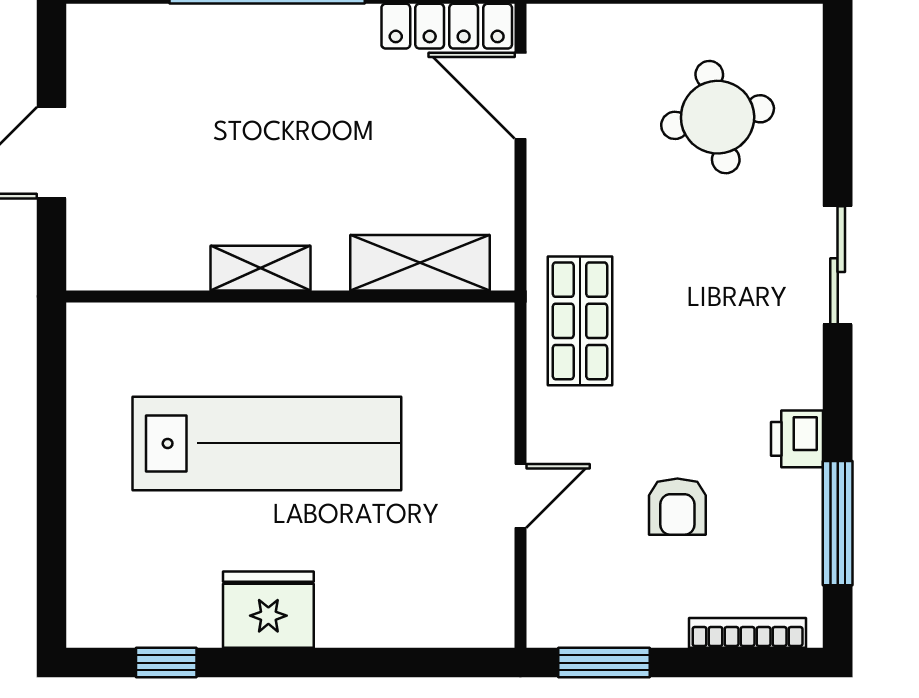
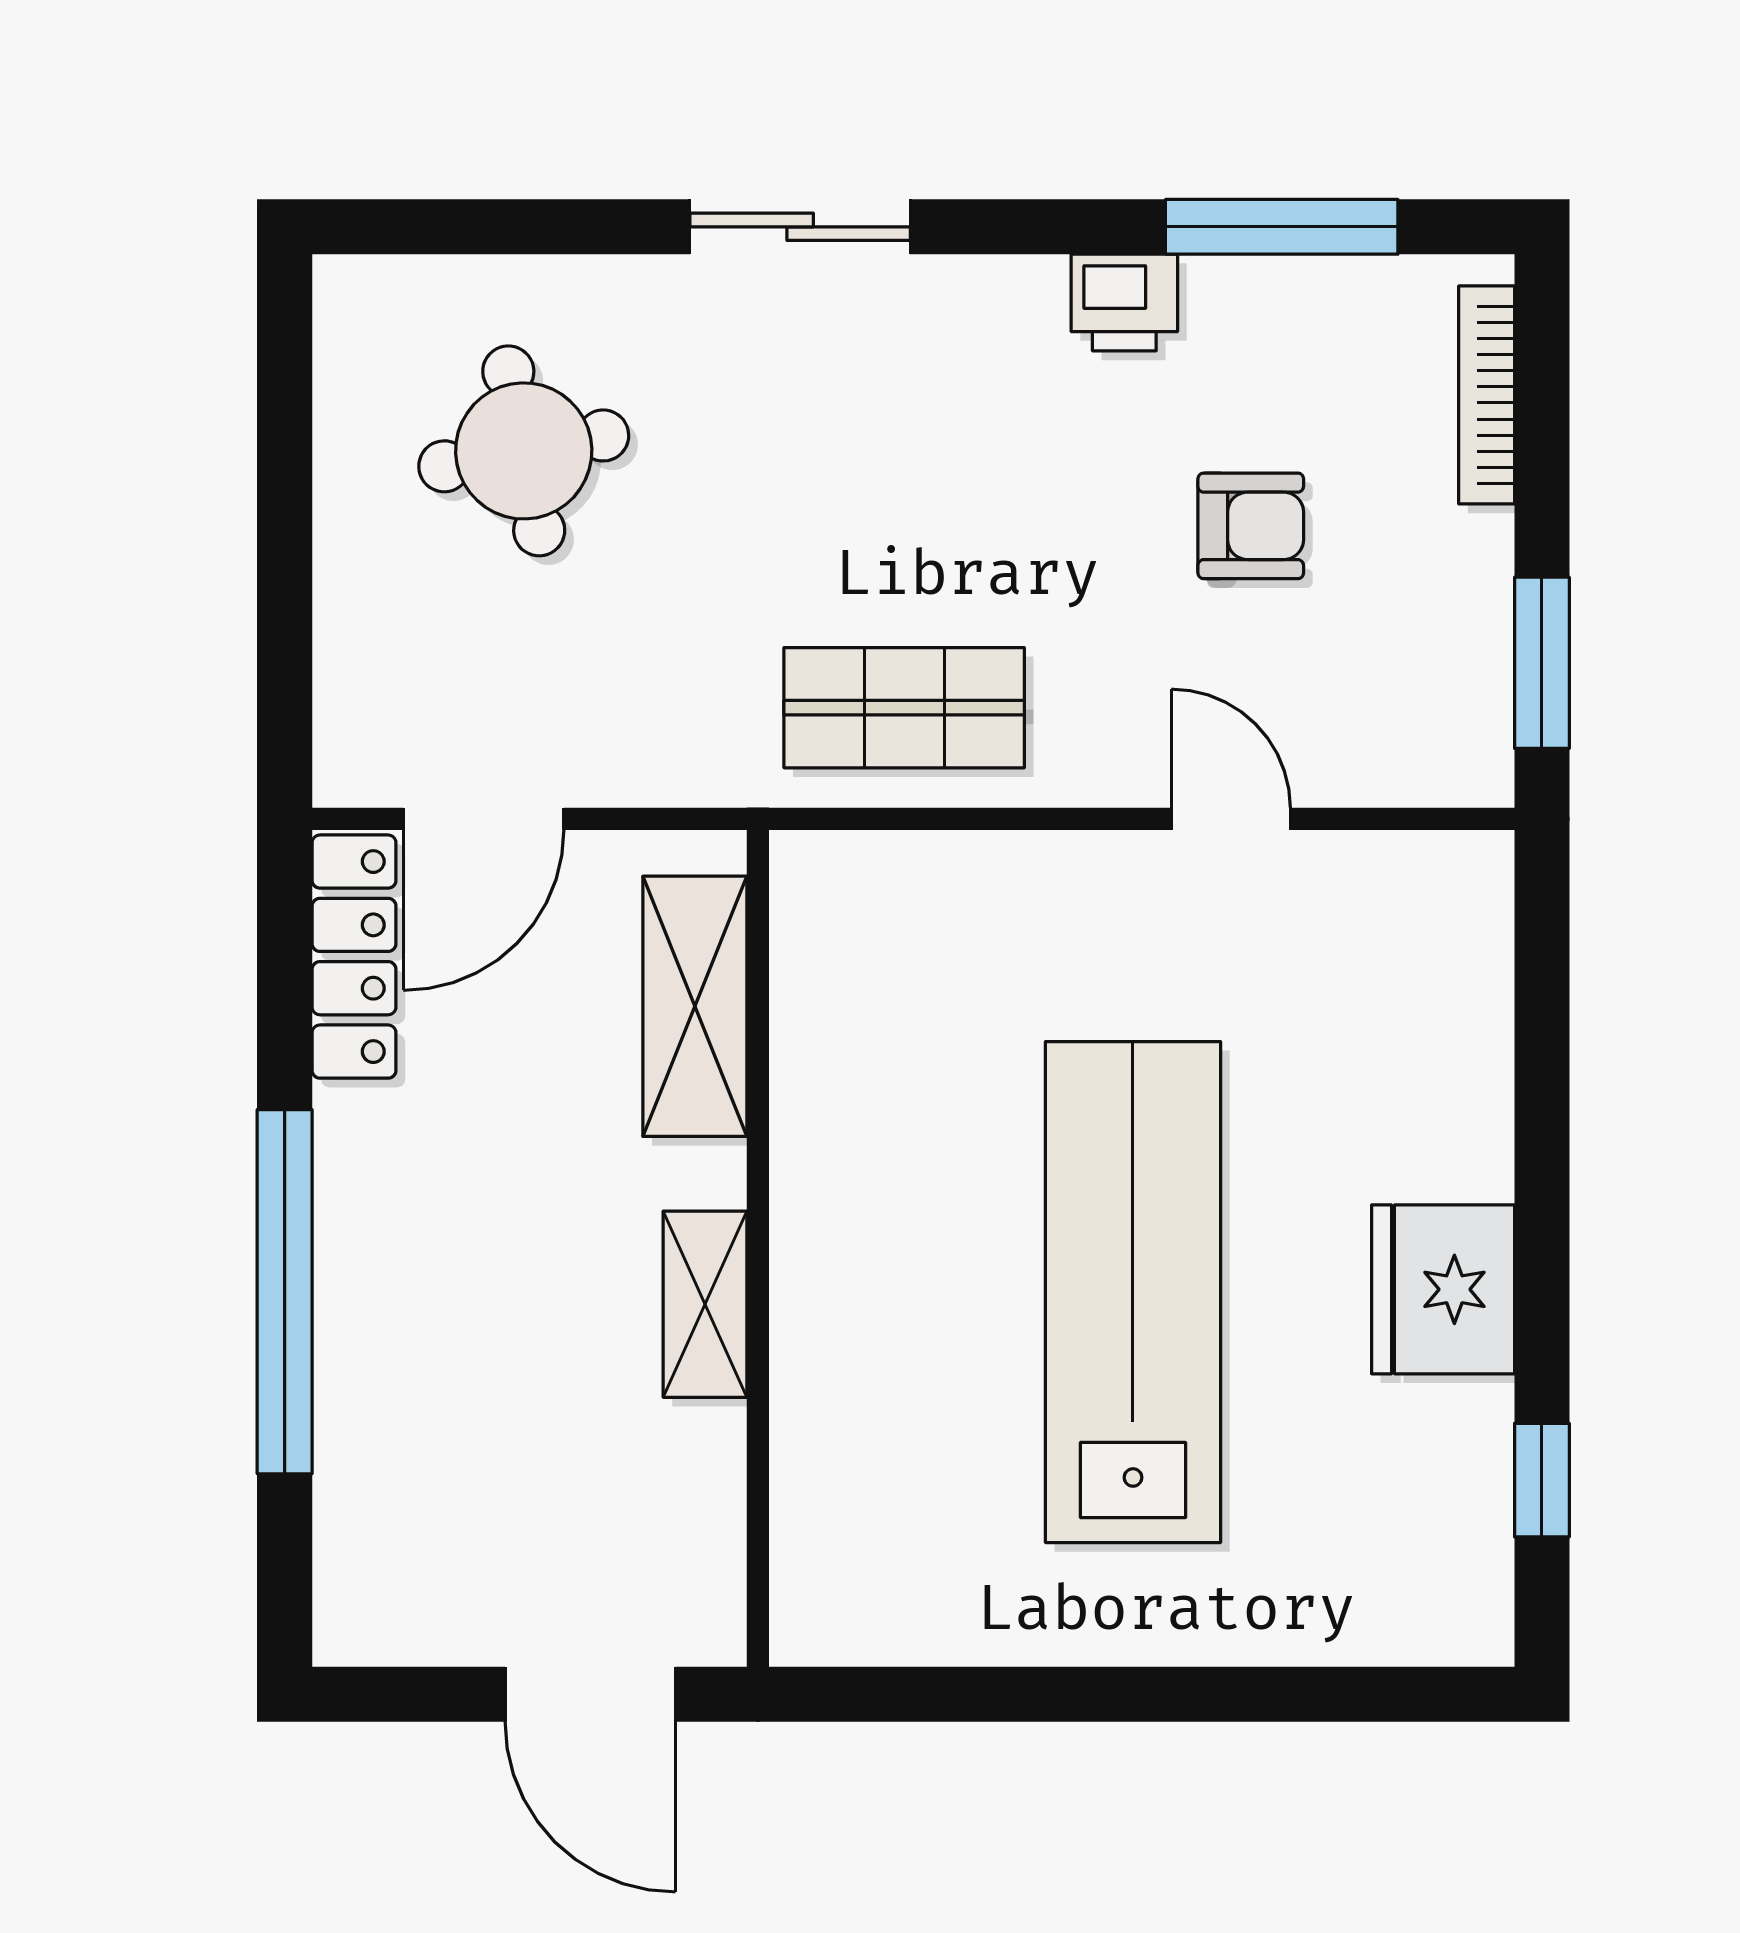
shelving: (420, 263) -> (695, 1006), moved
shelving: (260, 268) -> (705, 1304), moved
wall: (290, 296) -> (758, 1248), moved

